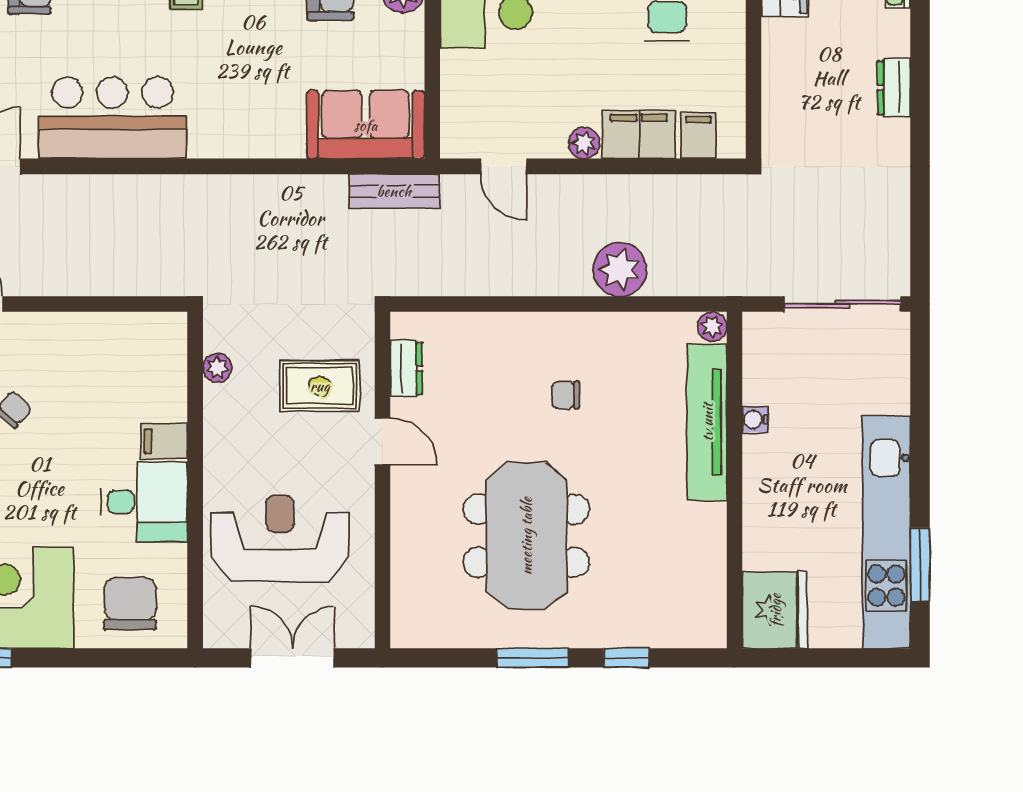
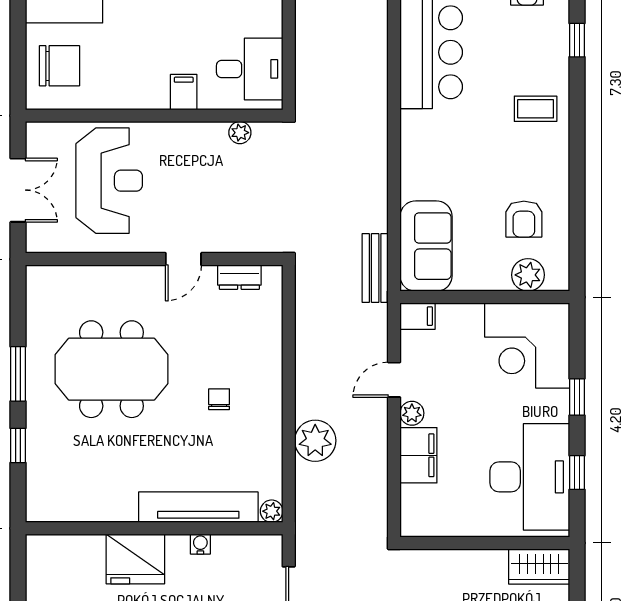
filing cabinet: (698, 136) -> (418, 316), moved
door: (504, 166) -> (394, 380), moved
rug: (320, 386) -> (226, 211), removed
desk: (144, 502) -> (250, 69), moved, turned -90
fridge: (775, 610) -> (135, 559), moved

